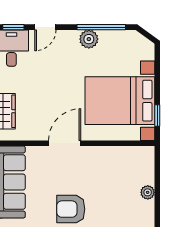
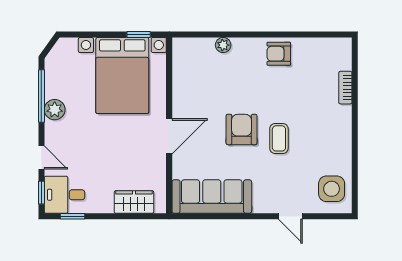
door: (65, 143) -> (169, 136), swing flipped
armchair: (71, 209) -> (242, 129), turned 180

